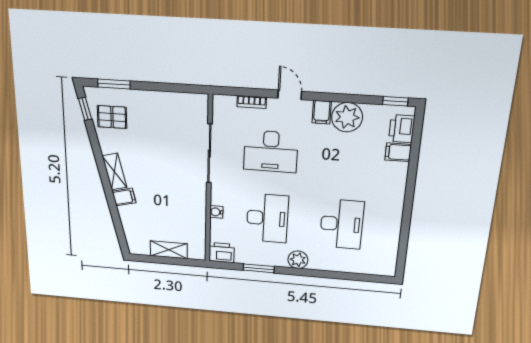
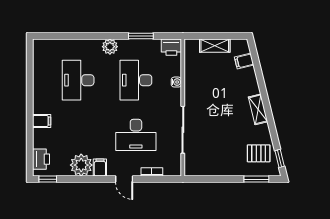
desk: (271, 151) -> (136, 135), turned 180
filing cabinet: (398, 152) -> (42, 121), moved
filing cabinet: (124, 197) -> (244, 61), moved

